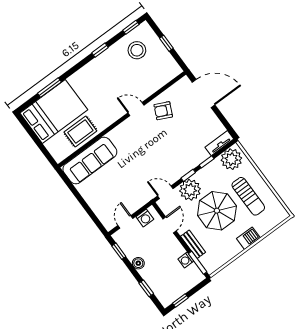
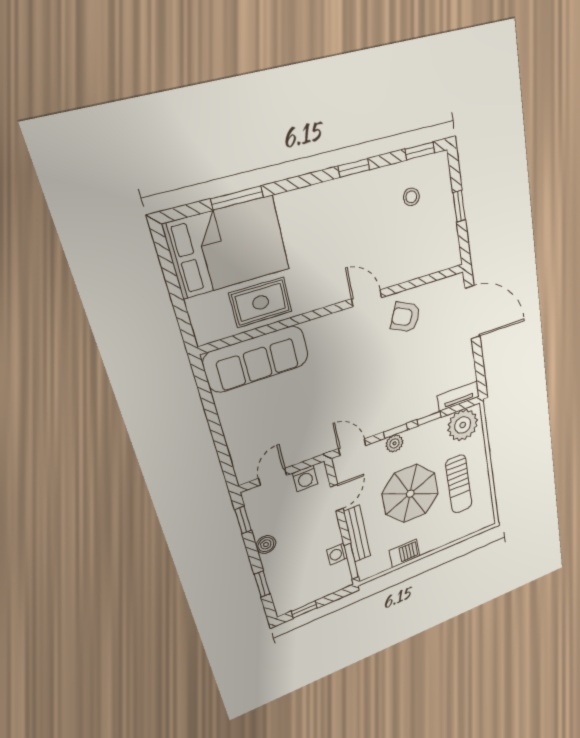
stool: (137, 50) -> (411, 197), width x0.53, depth x0.53
plant: (190, 190) -> (394, 443), width x0.53, depth x0.53
barbecue: (248, 238) -> (404, 553), moved
bench: (193, 244) -> (357, 534), width x1.36

